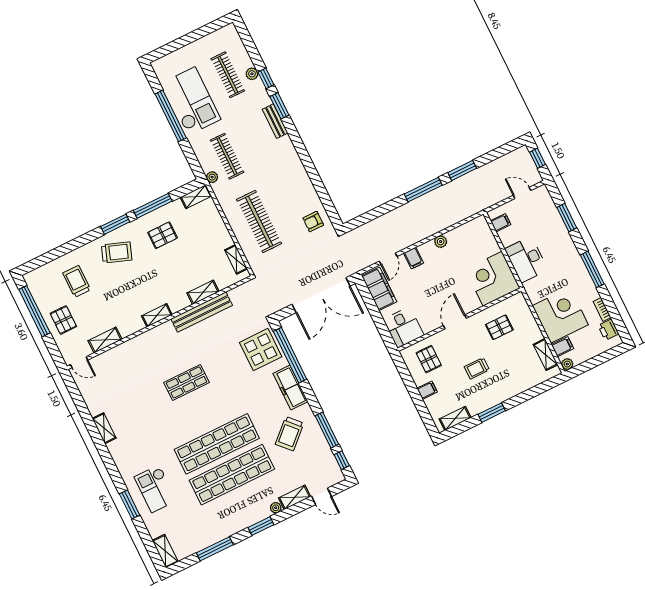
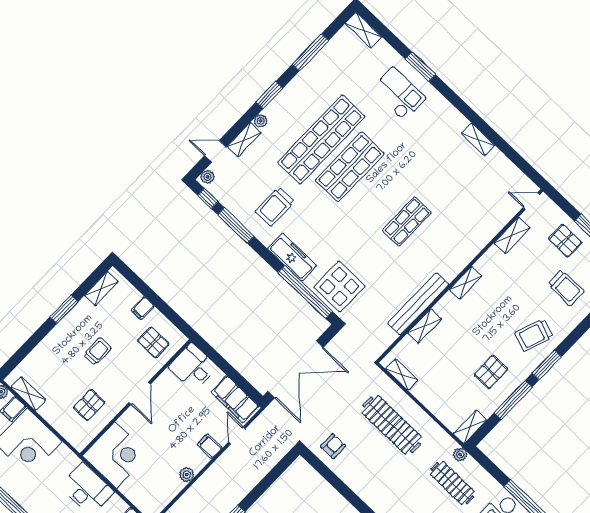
double door: (321, 295) -> (295, 369), swing flipped
trolley: (290, 434) -> (275, 207), turned -137
shop shelf: (217, 444) -> (350, 167), width x0.71
plant: (336, 478) -> (207, 177), added

